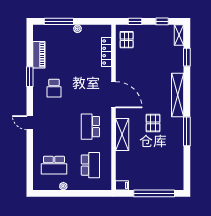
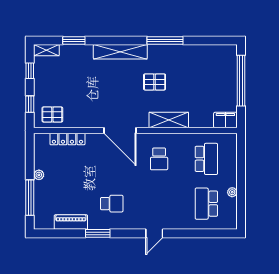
door: (114, 95) -> (120, 130), swing flipped
school desk: (90, 127) -> (159, 159), width x0.54
school desk: (54, 165) -> (206, 204), turned 180
school desk: (90, 165) -> (206, 159), turned 90
filing cabinet: (122, 185) -> (225, 120), width x2.00

